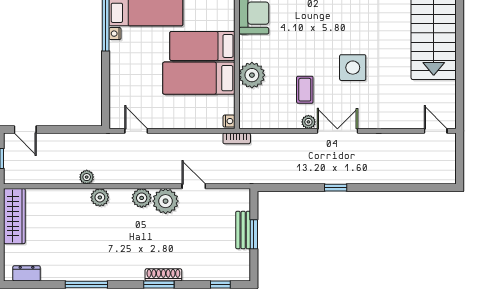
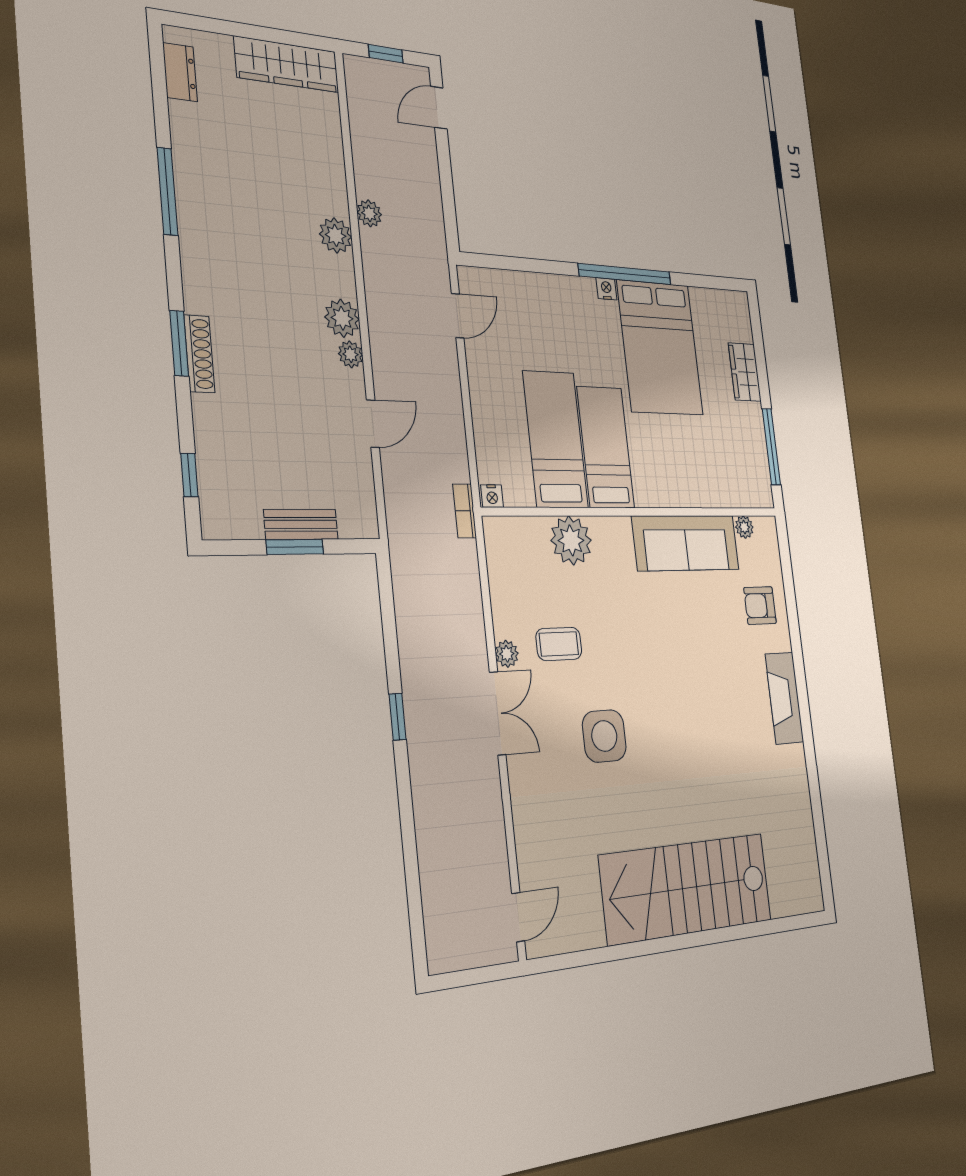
plant: (166, 201) -> (350, 354), width x0.53, depth x0.53

